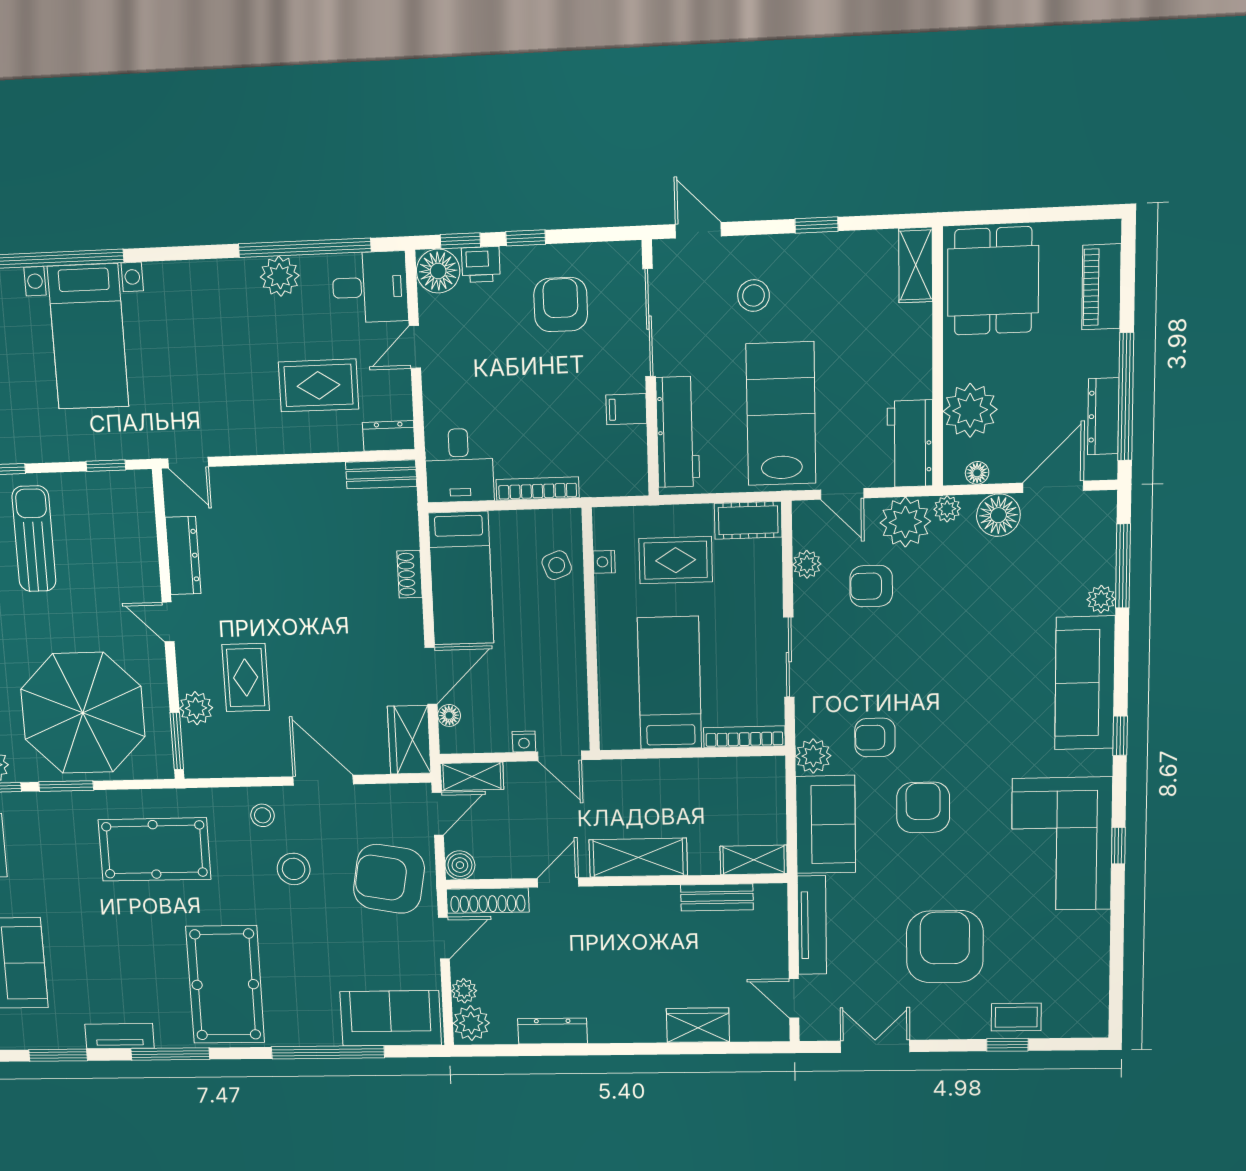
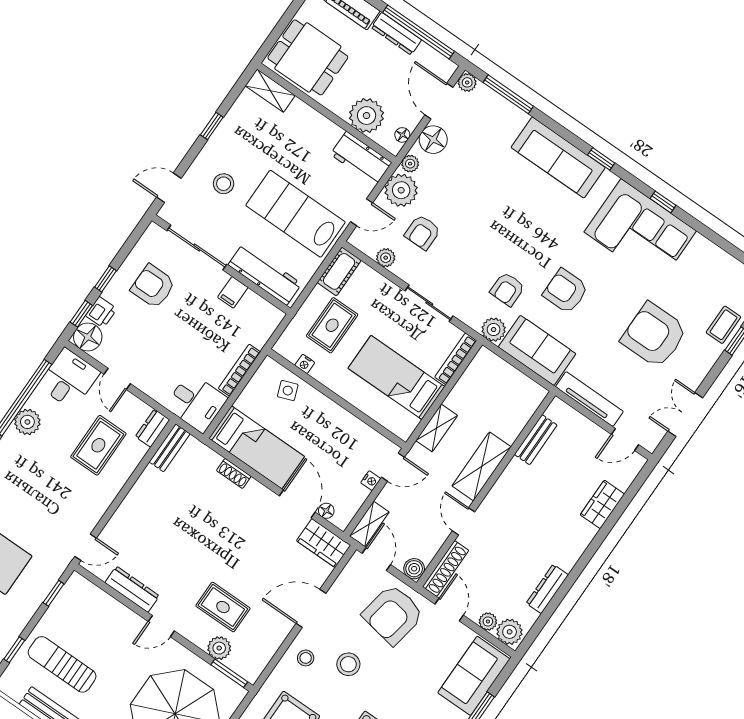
dresser: (1103, 416) -> (396, 34), moved
plant: (1101, 599) -> (467, 82), moved
shelving: (754, 860) -> (437, 428), moved

